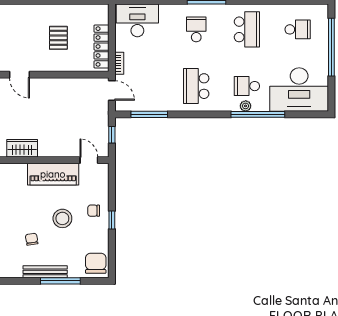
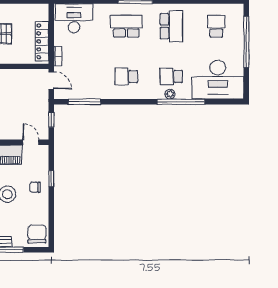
school desk: (196, 29) -> (126, 26), width x1.85
school desk: (298, 29) -> (216, 26), turned -90
school desk: (196, 86) -> (126, 76), width x0.54
window: (112, 220) -> (51, 179), moved

